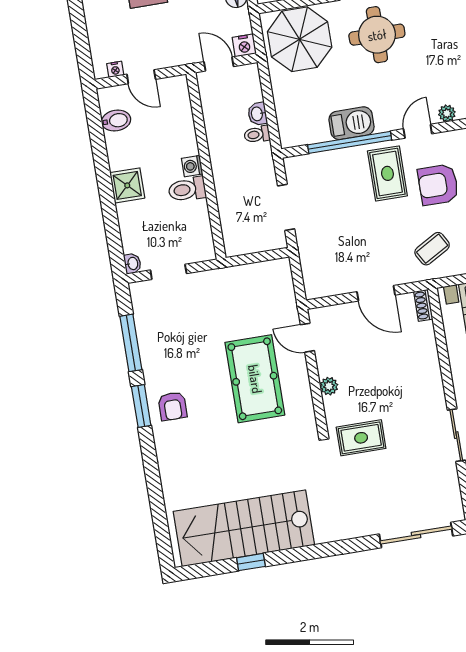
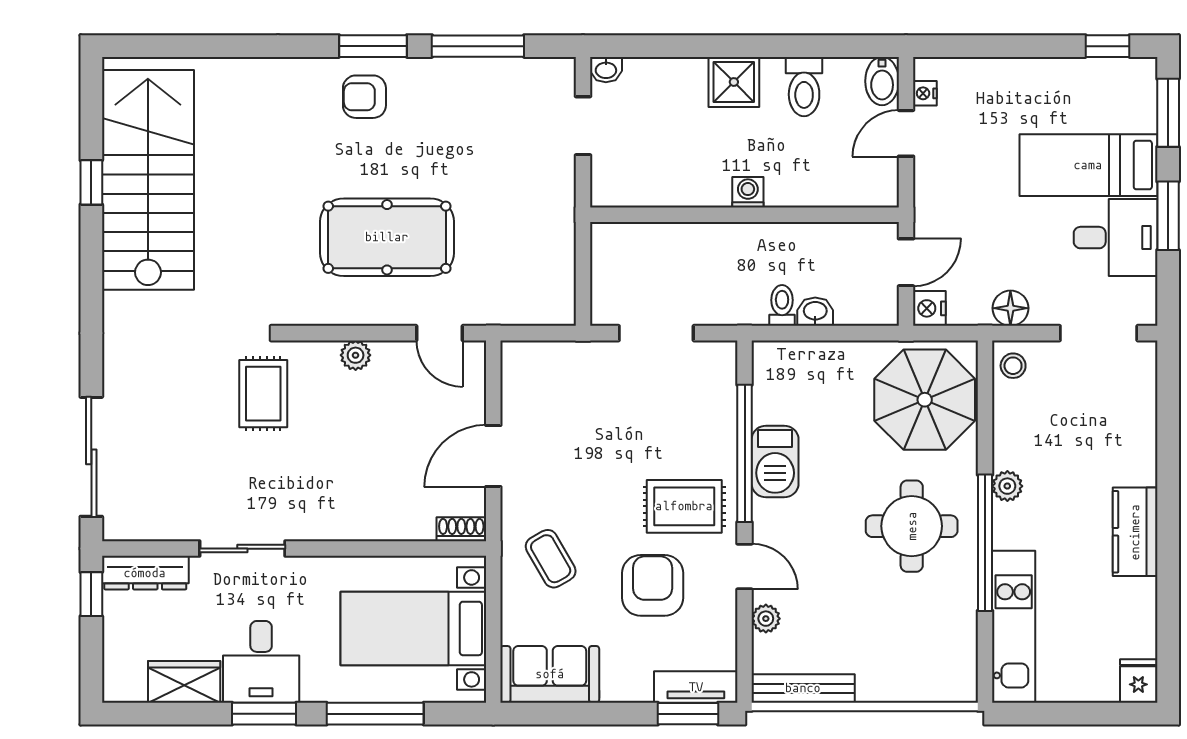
bidet: (116, 121) -> (882, 81), moved
toilet: (187, 189) -> (804, 87), moved, turned 180
door: (307, 338) -> (440, 333), swing flipped

